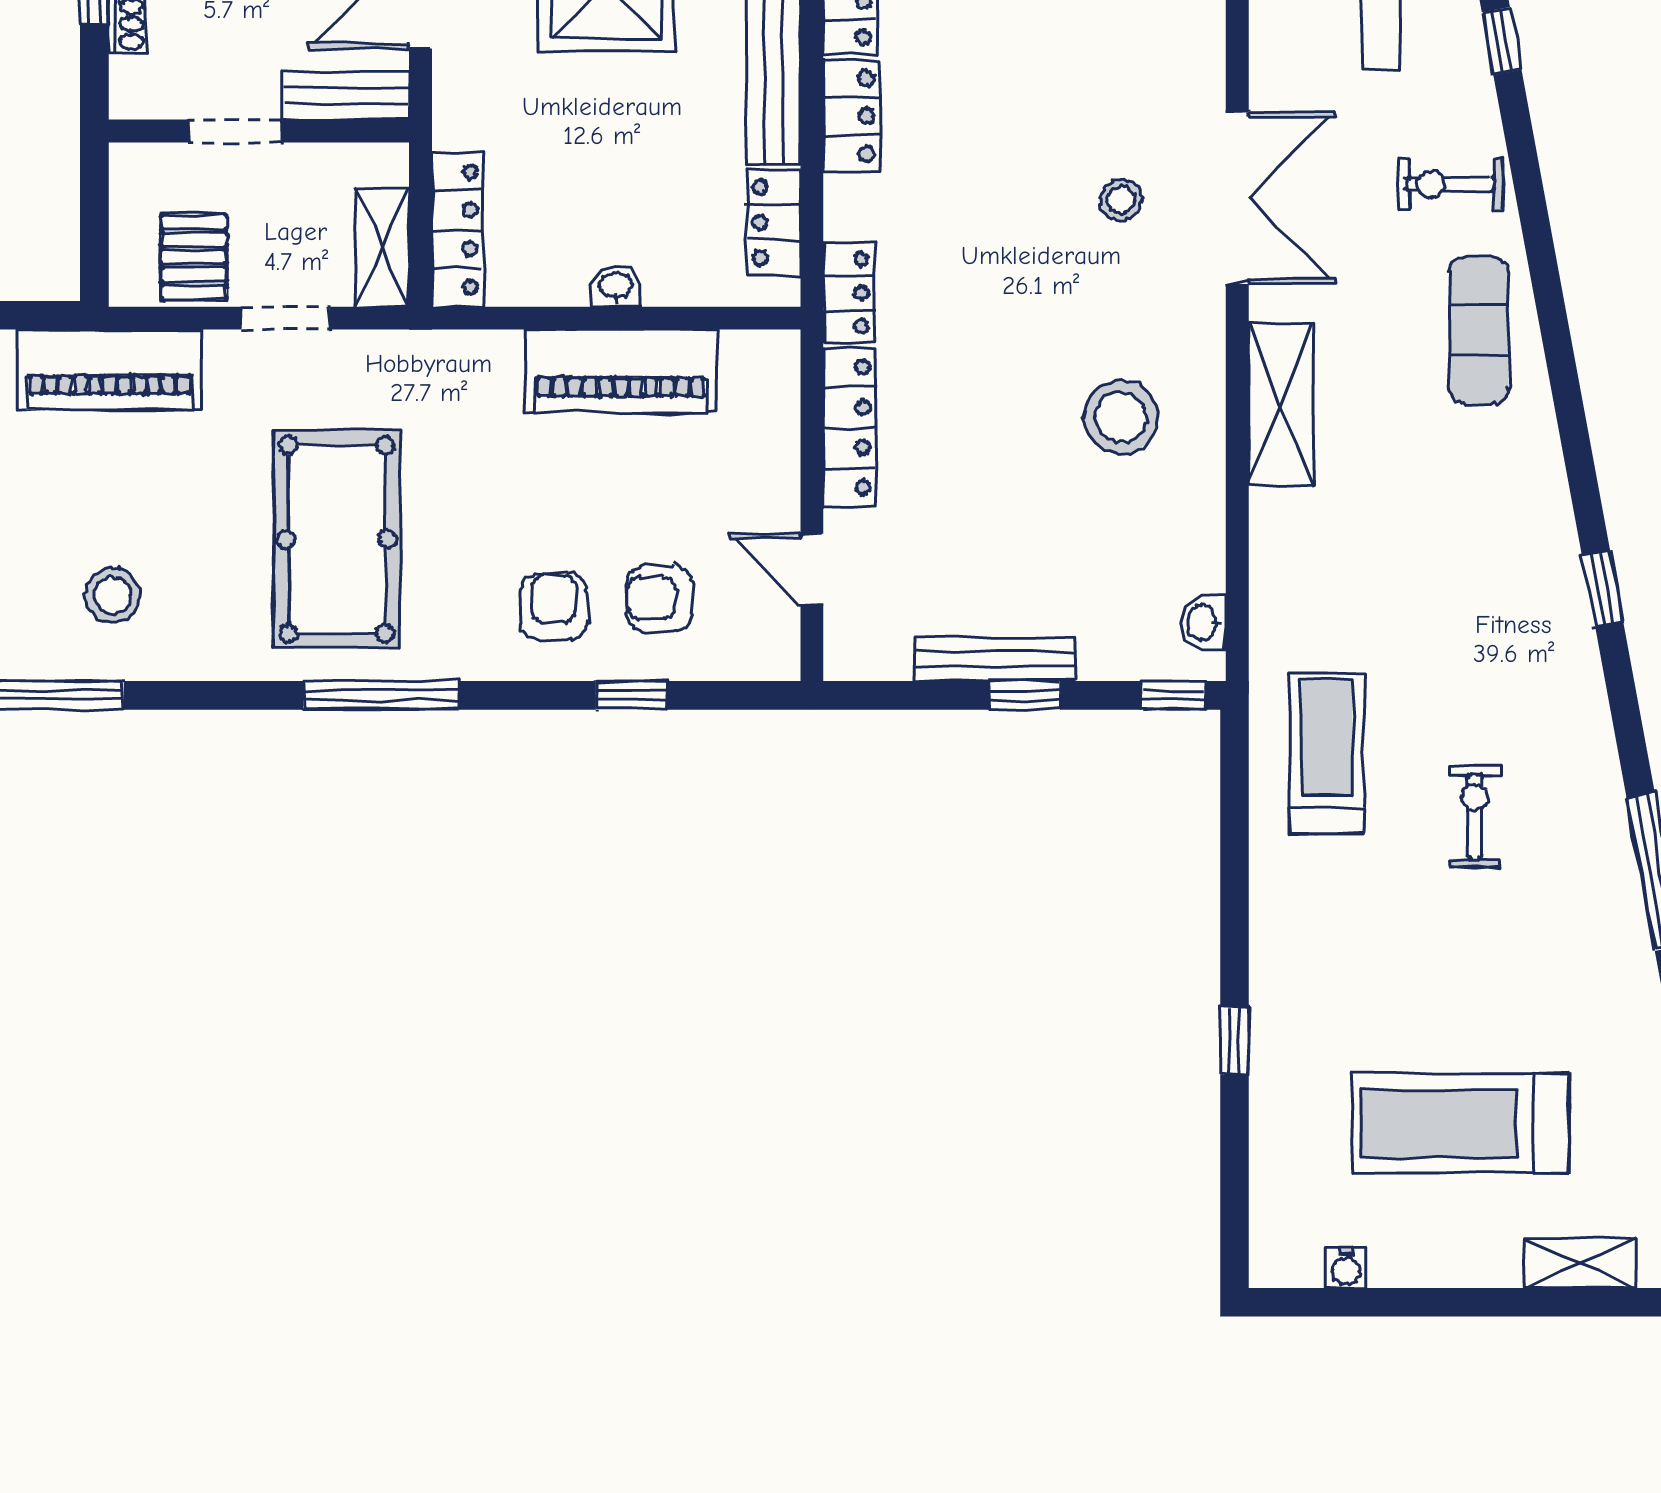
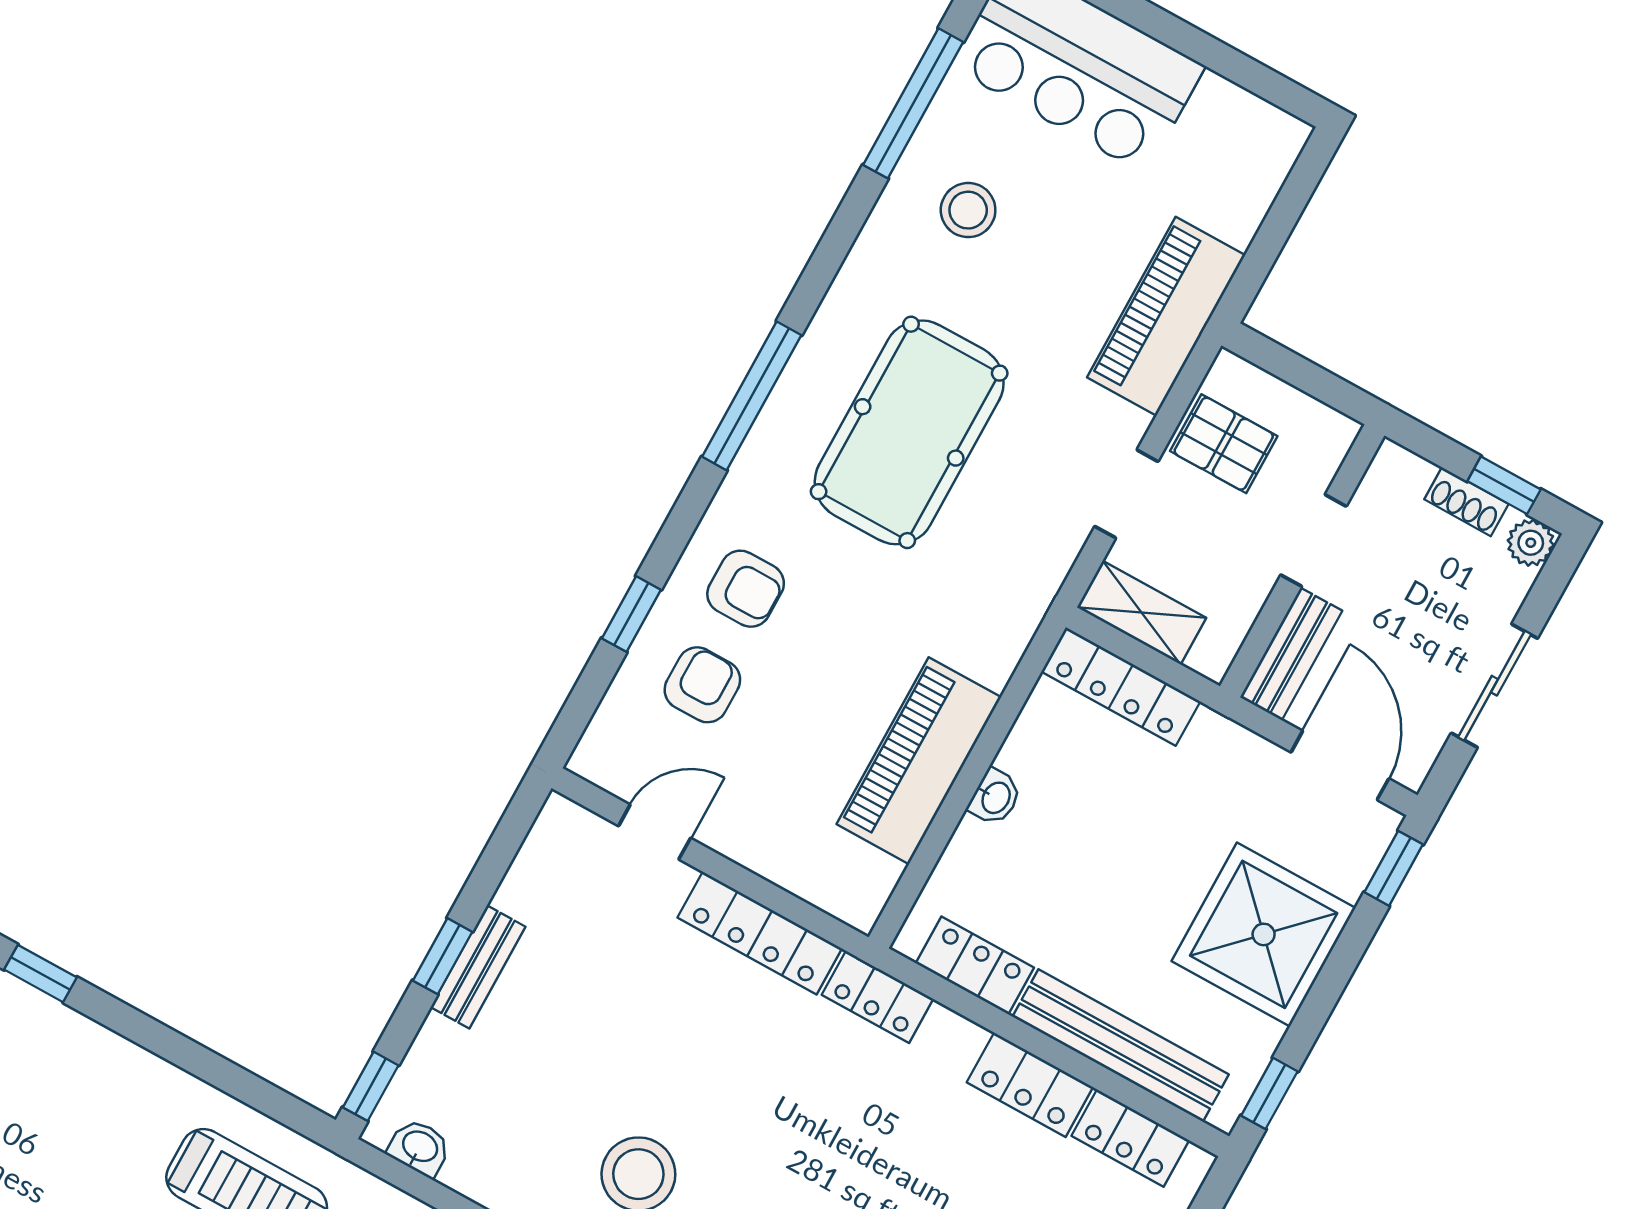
pool table: (337, 539) -> (909, 432), turned 90
bench: (995, 659) -> (478, 967), width x0.73

